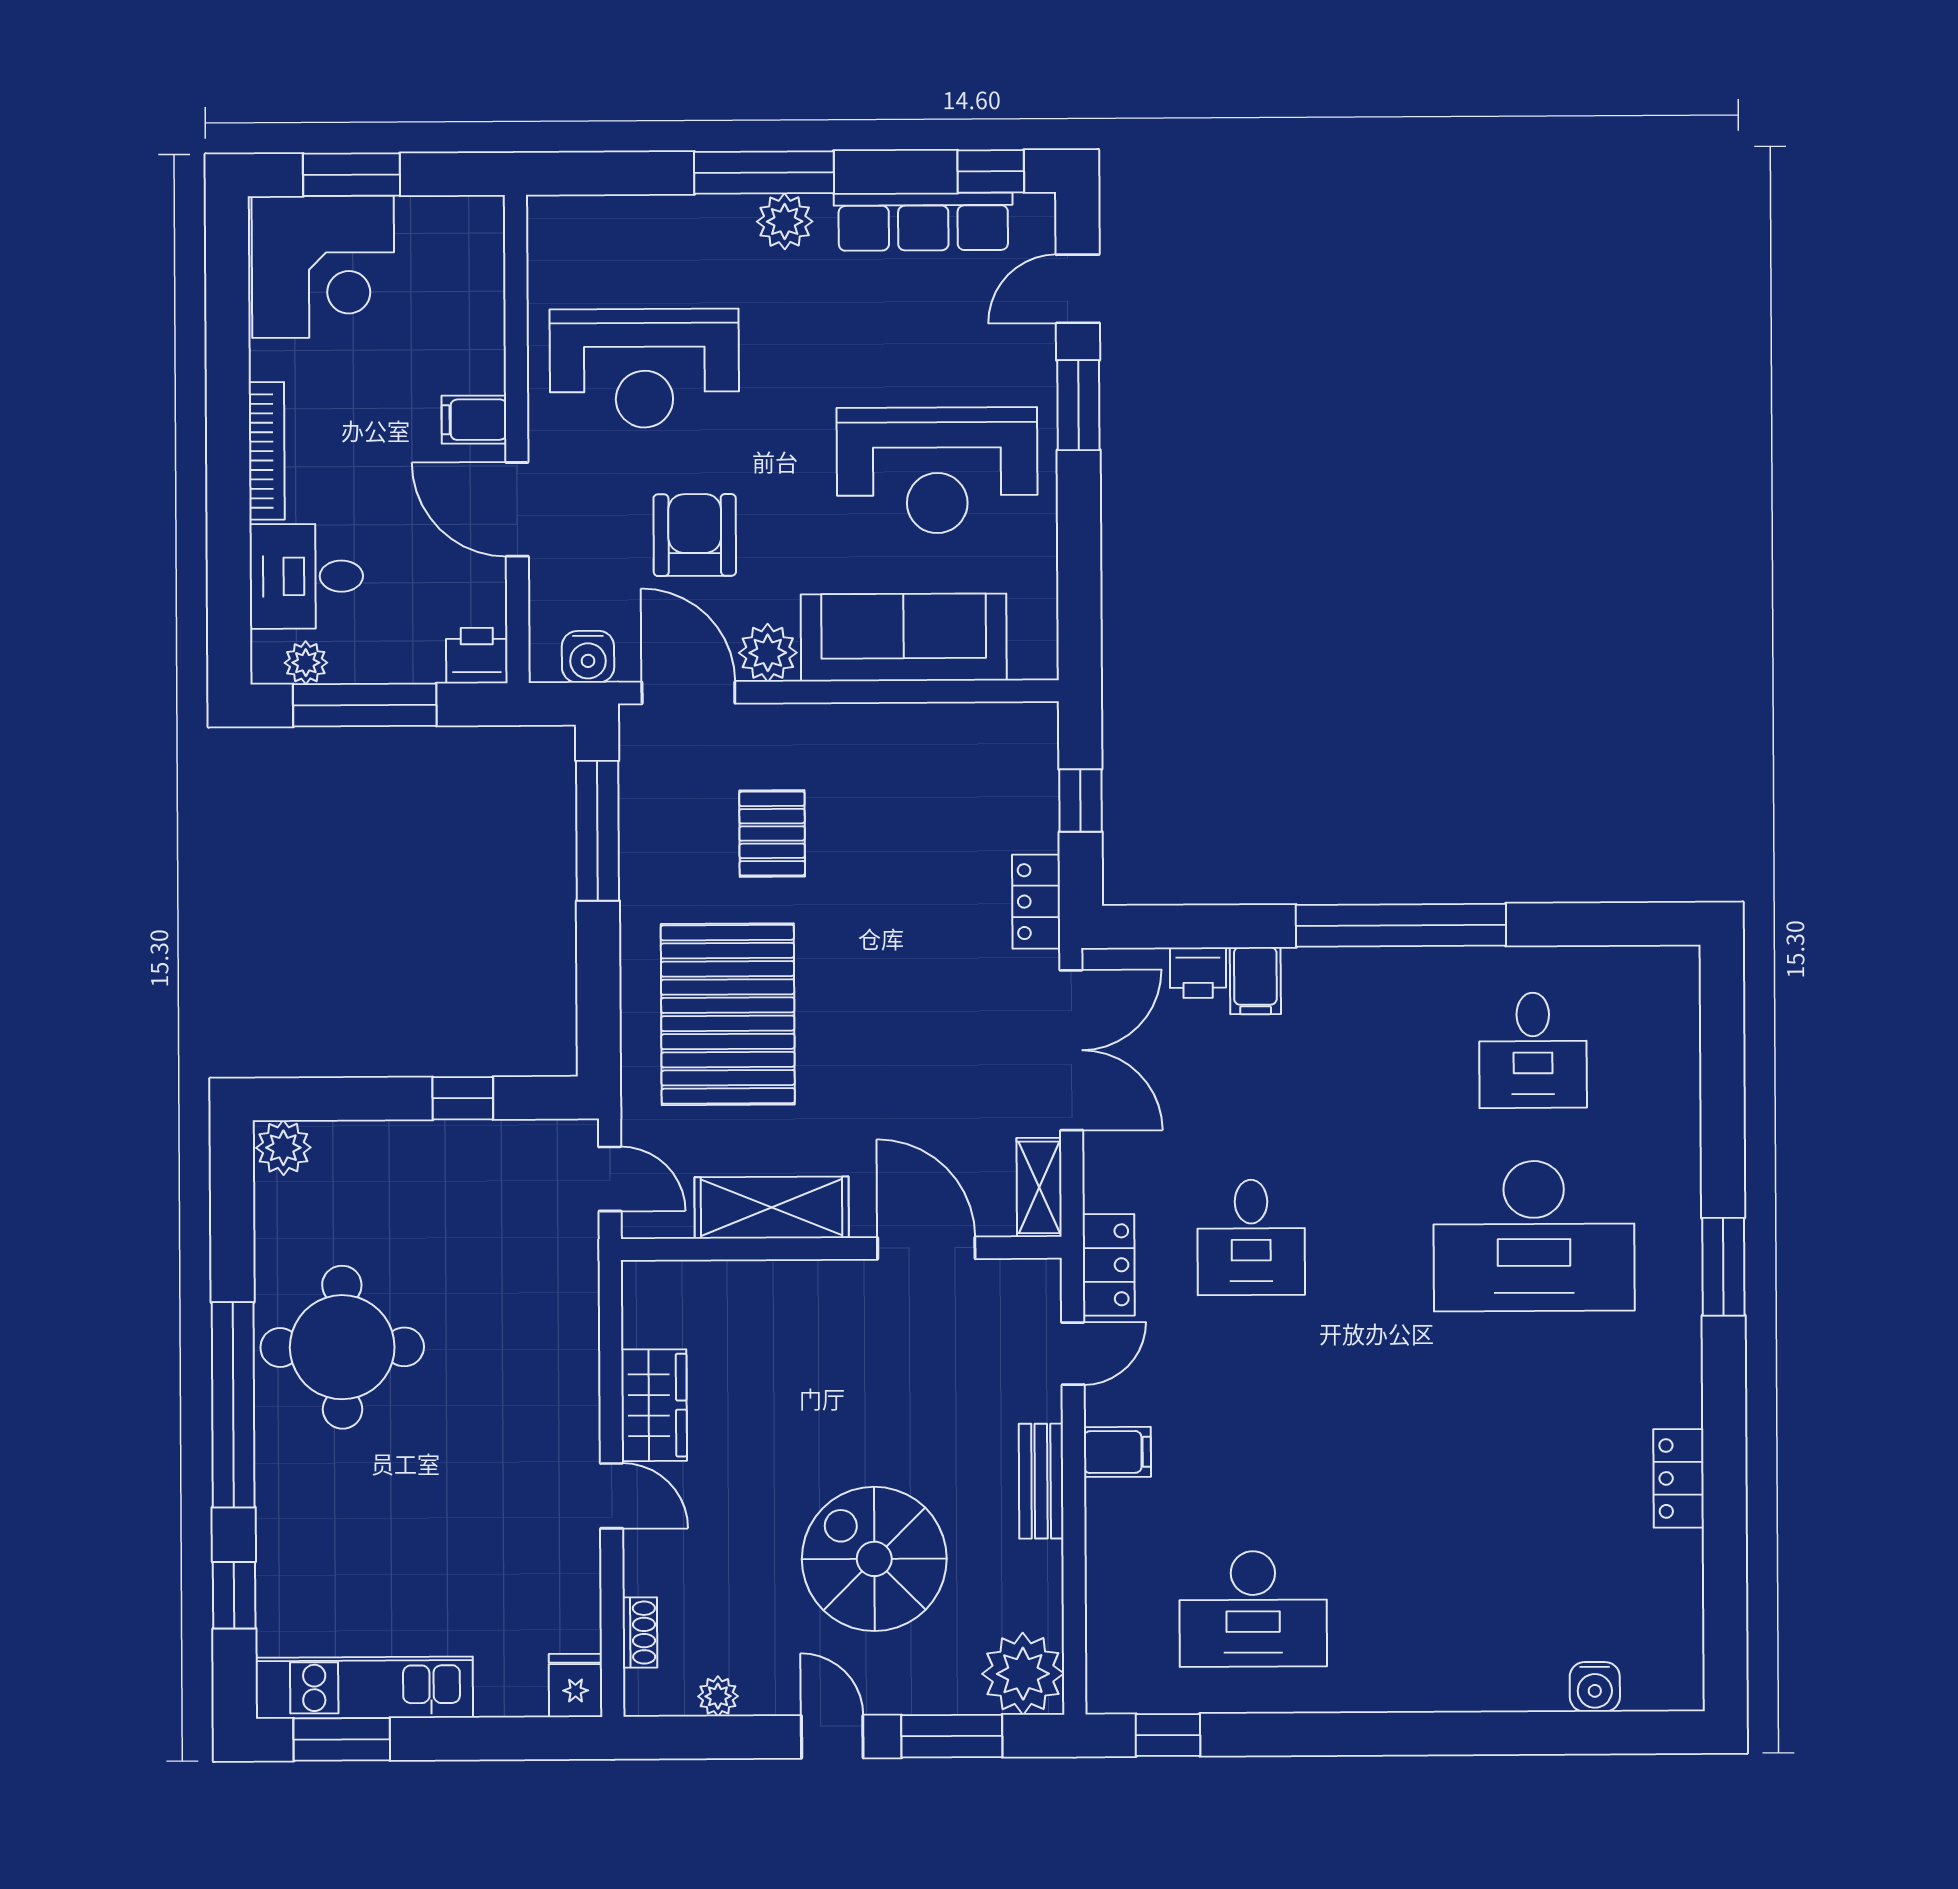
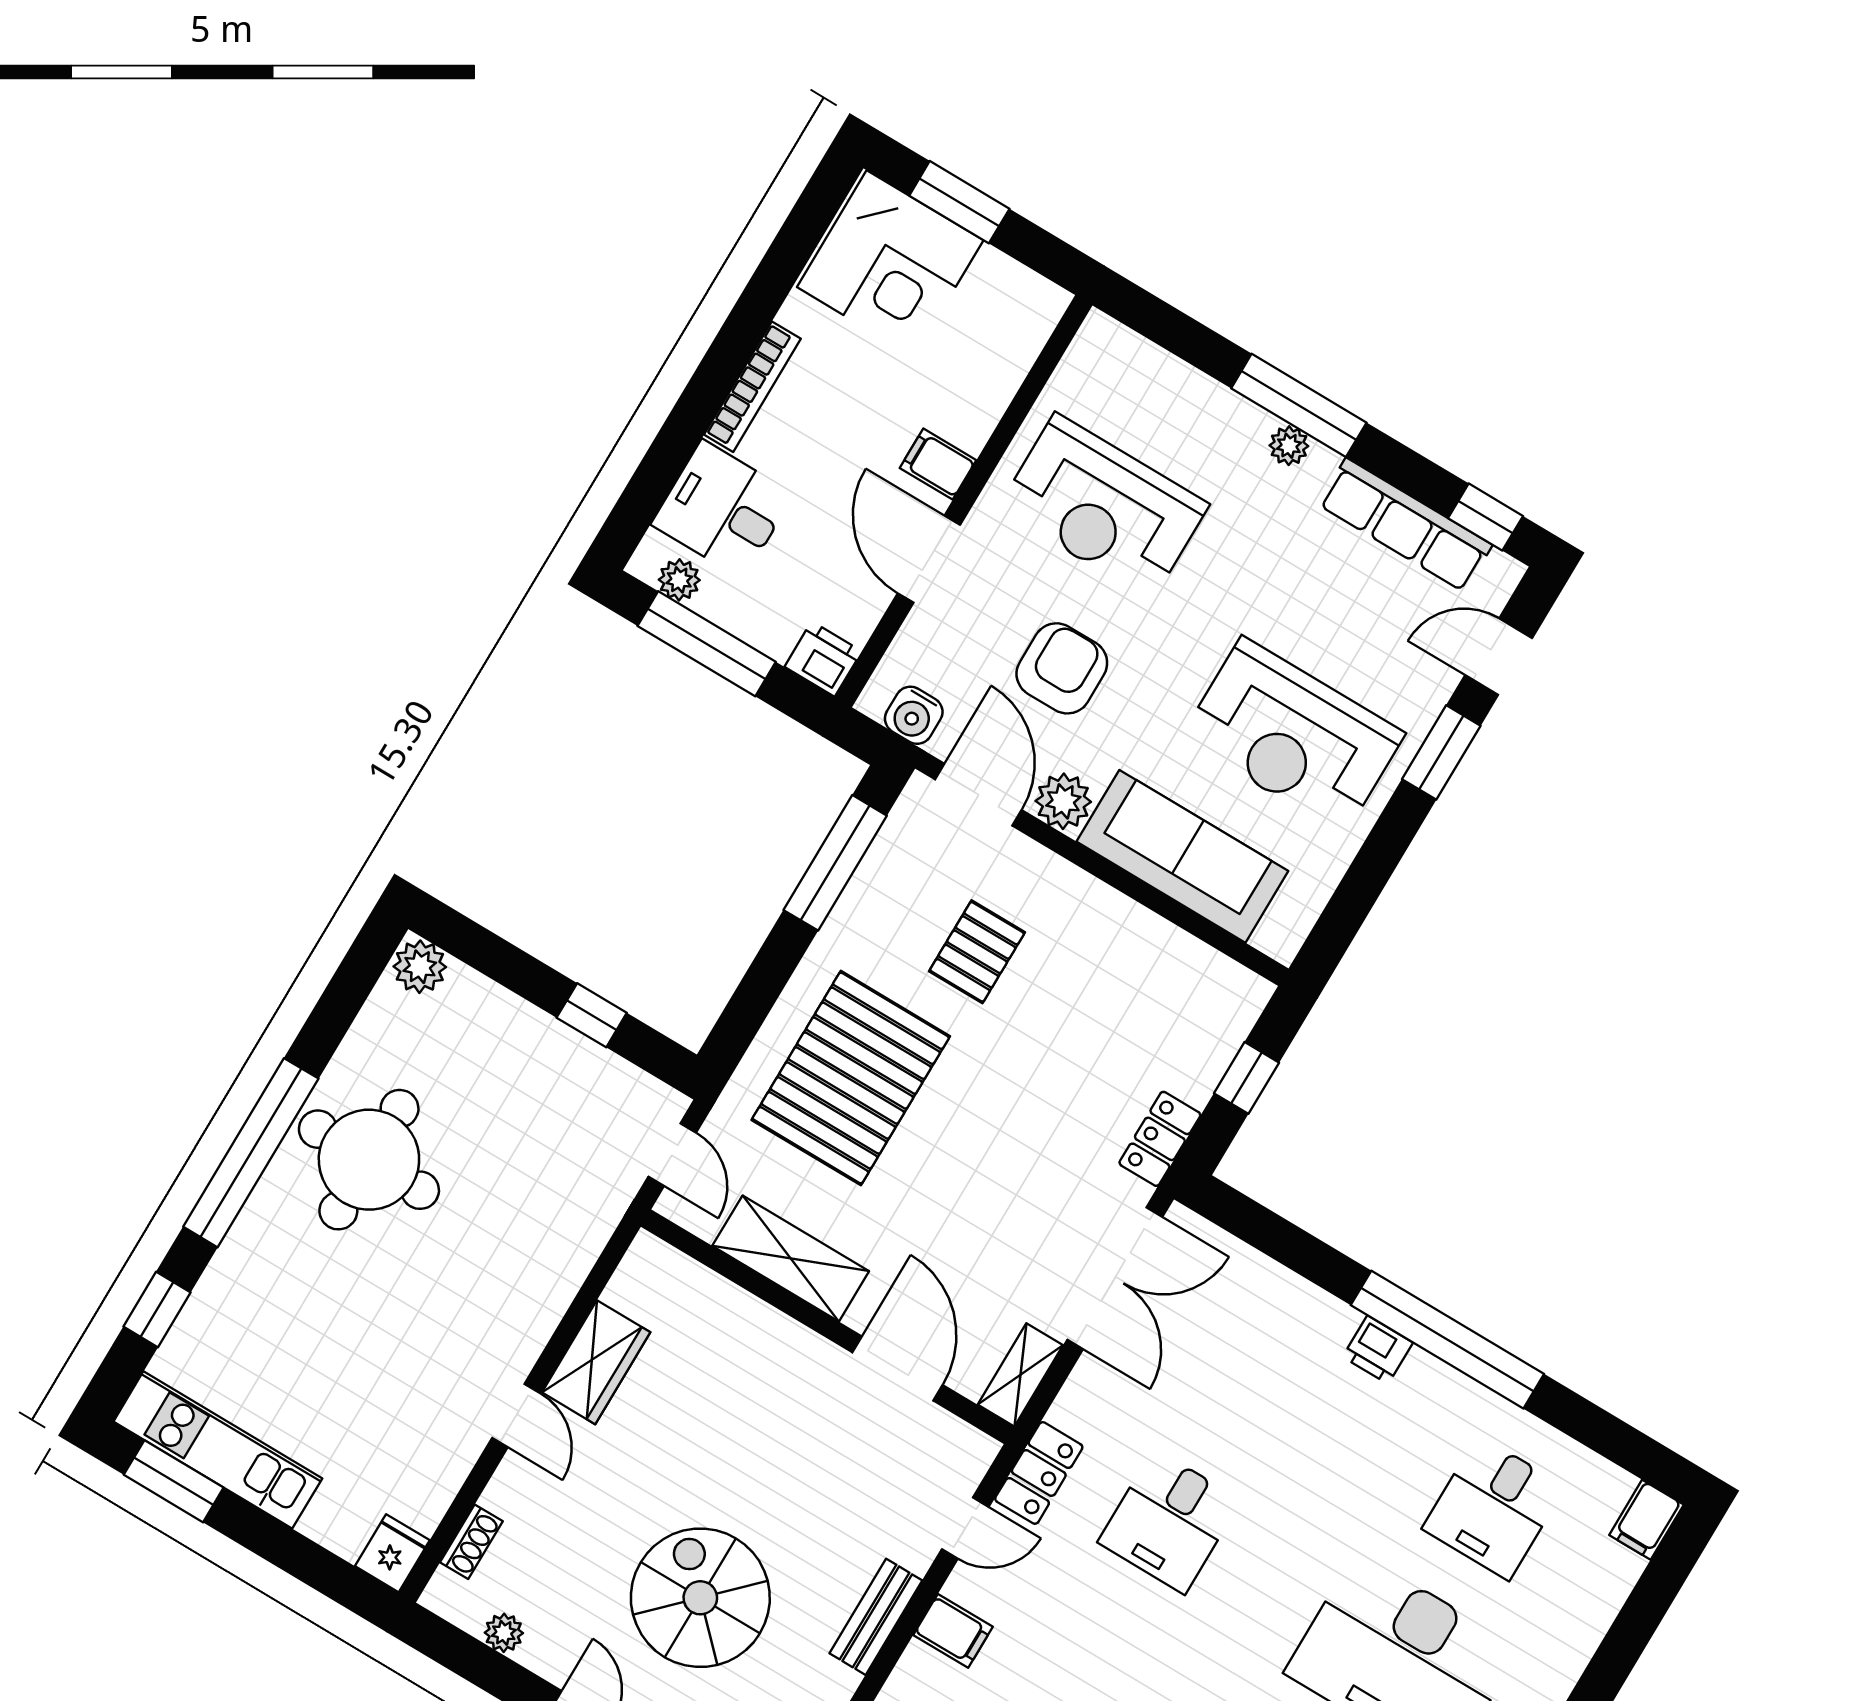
plant: (785, 221) -> (1289, 446), width x0.73, depth x0.73
printer: (1198, 973) -> (1378, 1350), moved
filing cabinet: (1255, 981) -> (1646, 1520), moved

